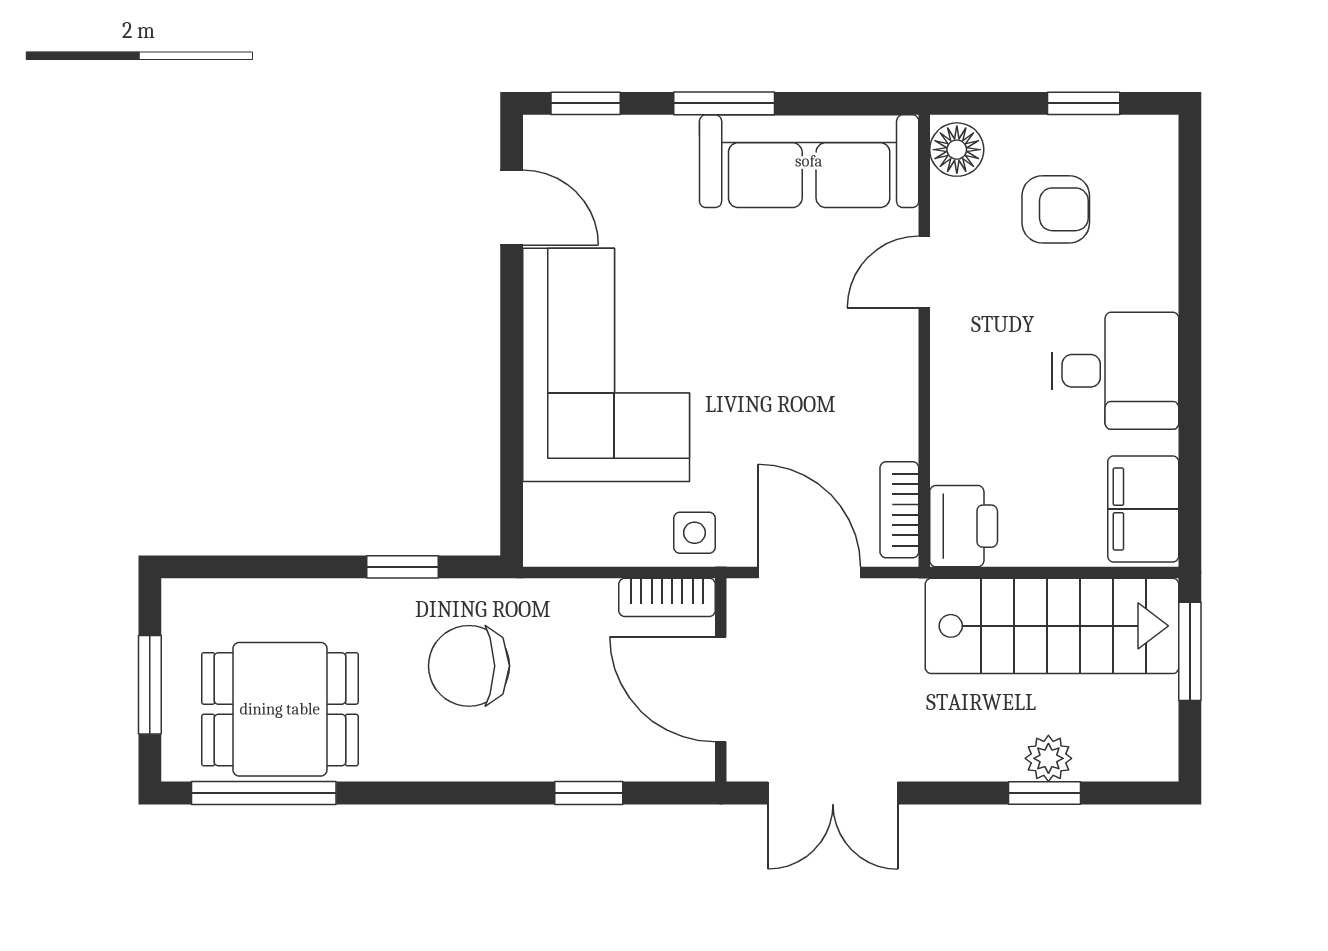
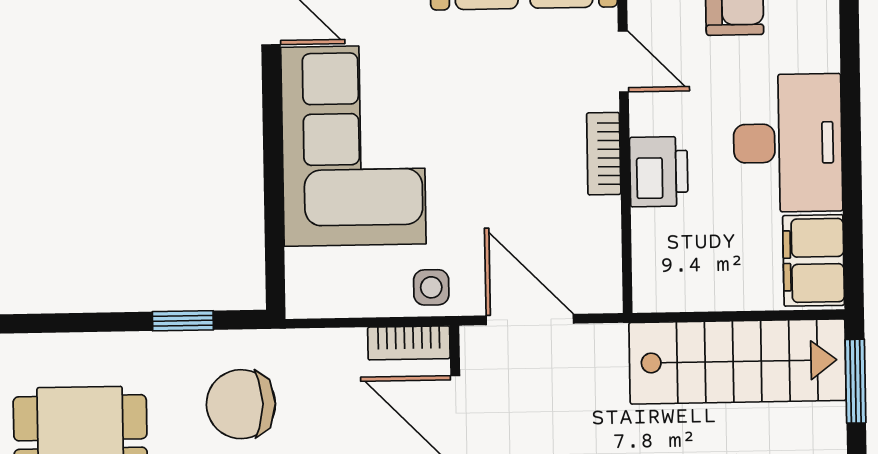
door: (924, 272) -> (623, 61), swing flipped
desk: (1115, 371) -> (788, 143), width x1.37
bookcase: (899, 510) -> (604, 154), moved
printer: (964, 526) -> (659, 172), moved

